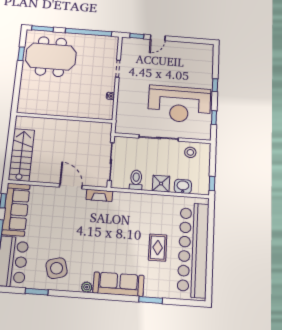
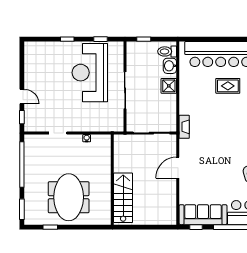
meeting table: (51, 57) -> (69, 197), moved
reception desk: (179, 104) -> (90, 73), turned 180
stool: (190, 152) -> (137, 60), removed
stairs: (22, 155) -> (123, 198), moved, turned 90
toilet: (136, 180) -> (167, 51), moved
window: (212, 184) -> (144, 39), moved
fireplace: (99, 195) -> (184, 127), moved

